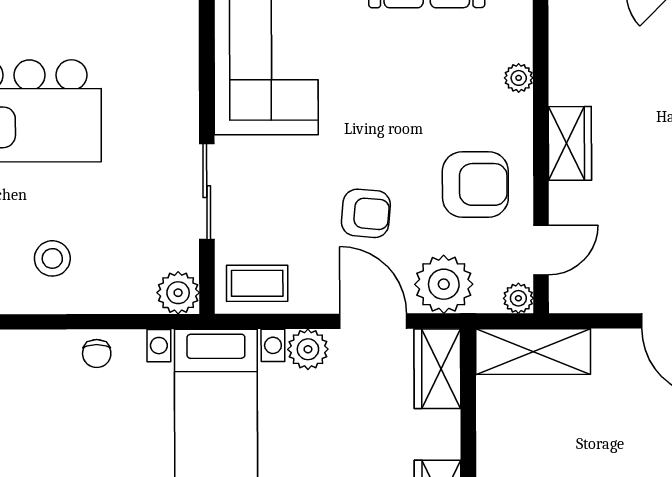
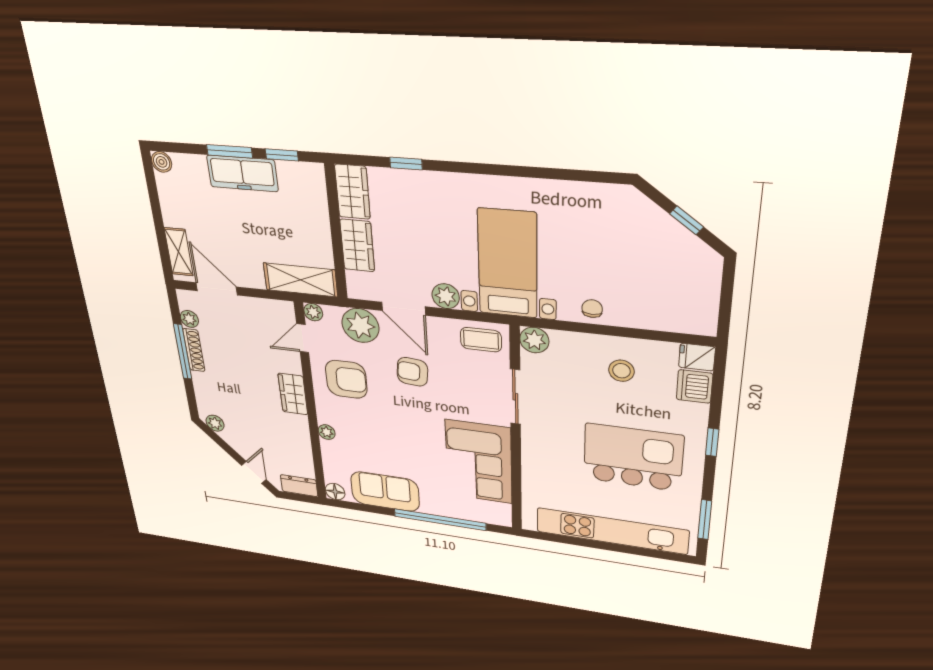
armchair: (475, 184) -> (346, 379), turned 180
wardrobe: (437, 369) -> (357, 246), moved

